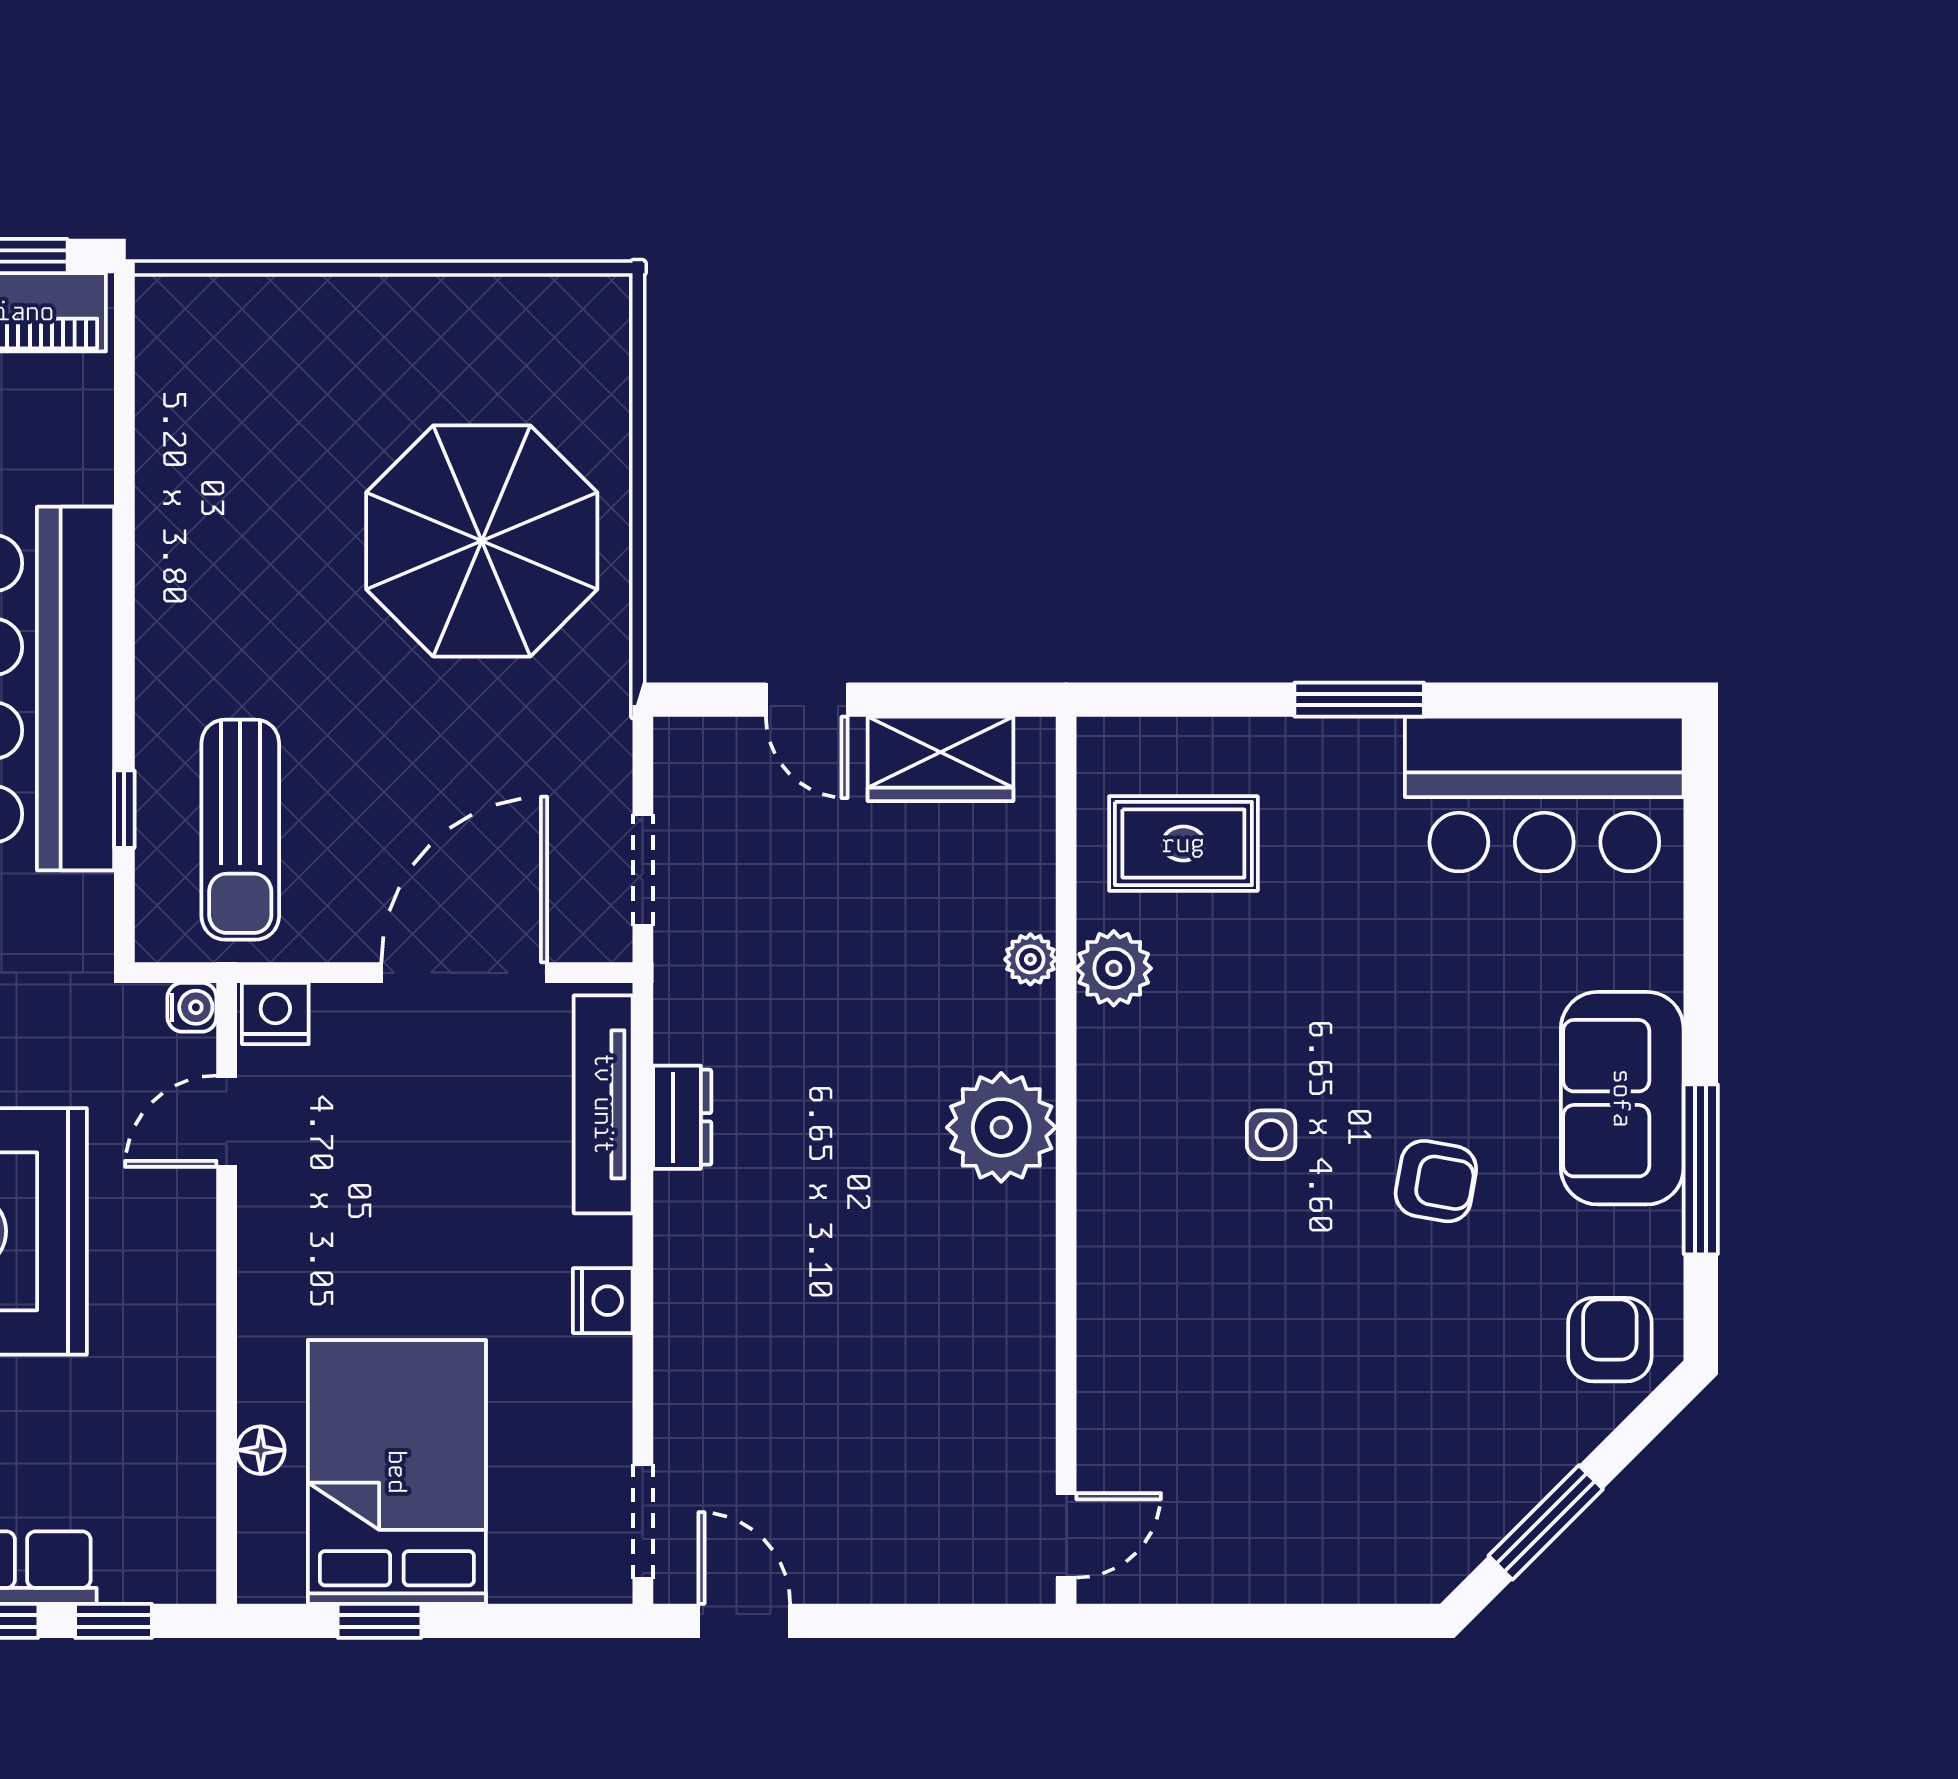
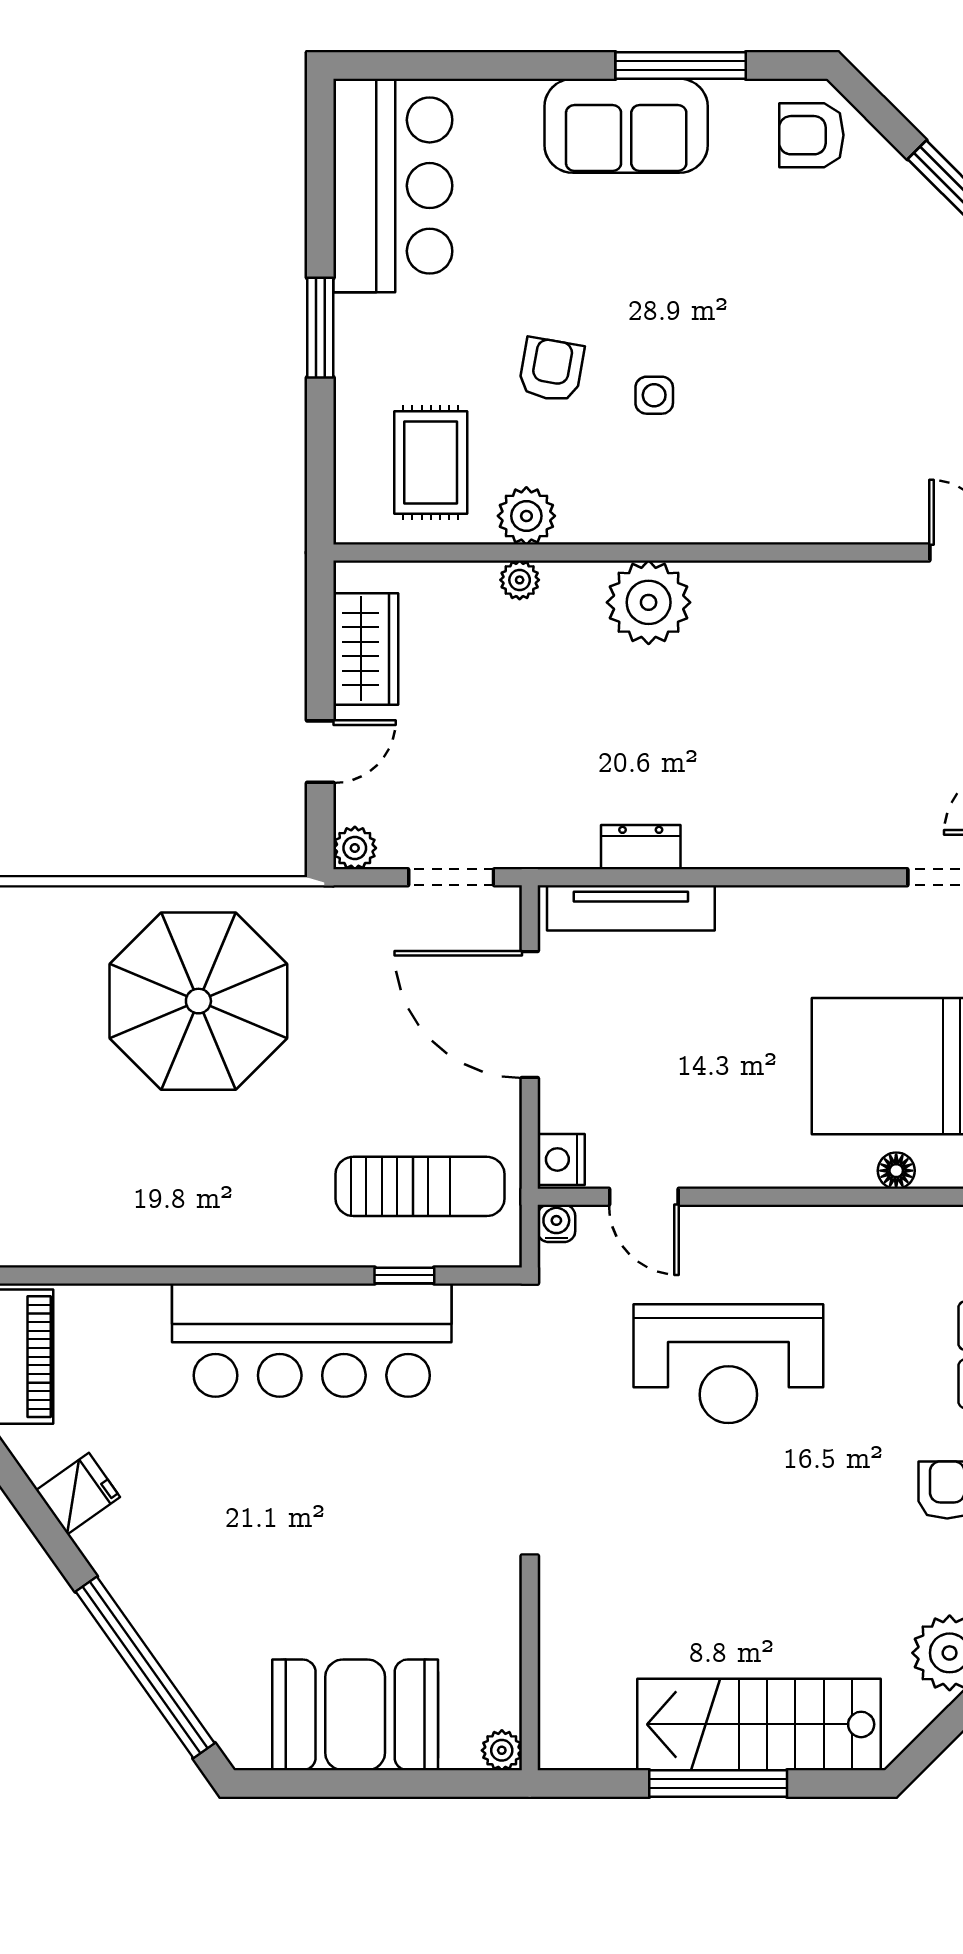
plant: (681, 745) -> (355, 848), added
armchair: (1436, 1181) -> (551, 370), moved
nightstand: (603, 1301) -> (781, 908), removed

